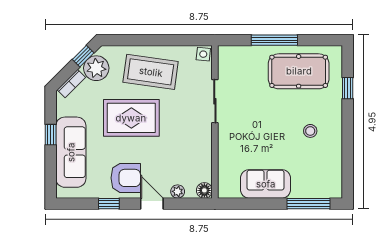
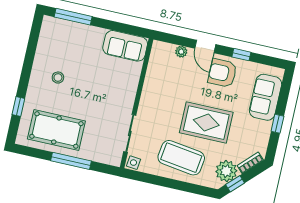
sliding door: (215, 101) -> (130, 133), moved
sofa: (71, 152) -> (265, 97), width x0.73
sofa: (266, 184) -> (125, 46), moved
floor lamp: (204, 190) -> (158, 48), removed

